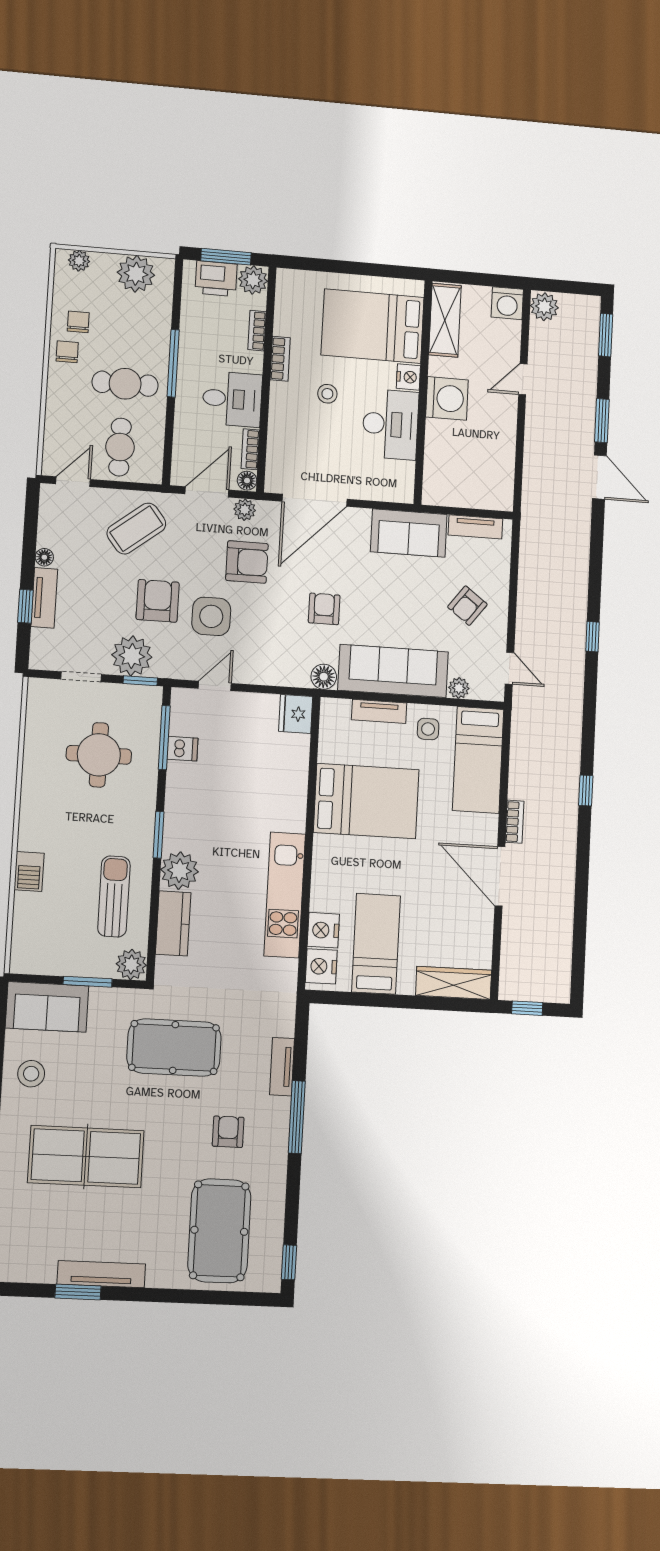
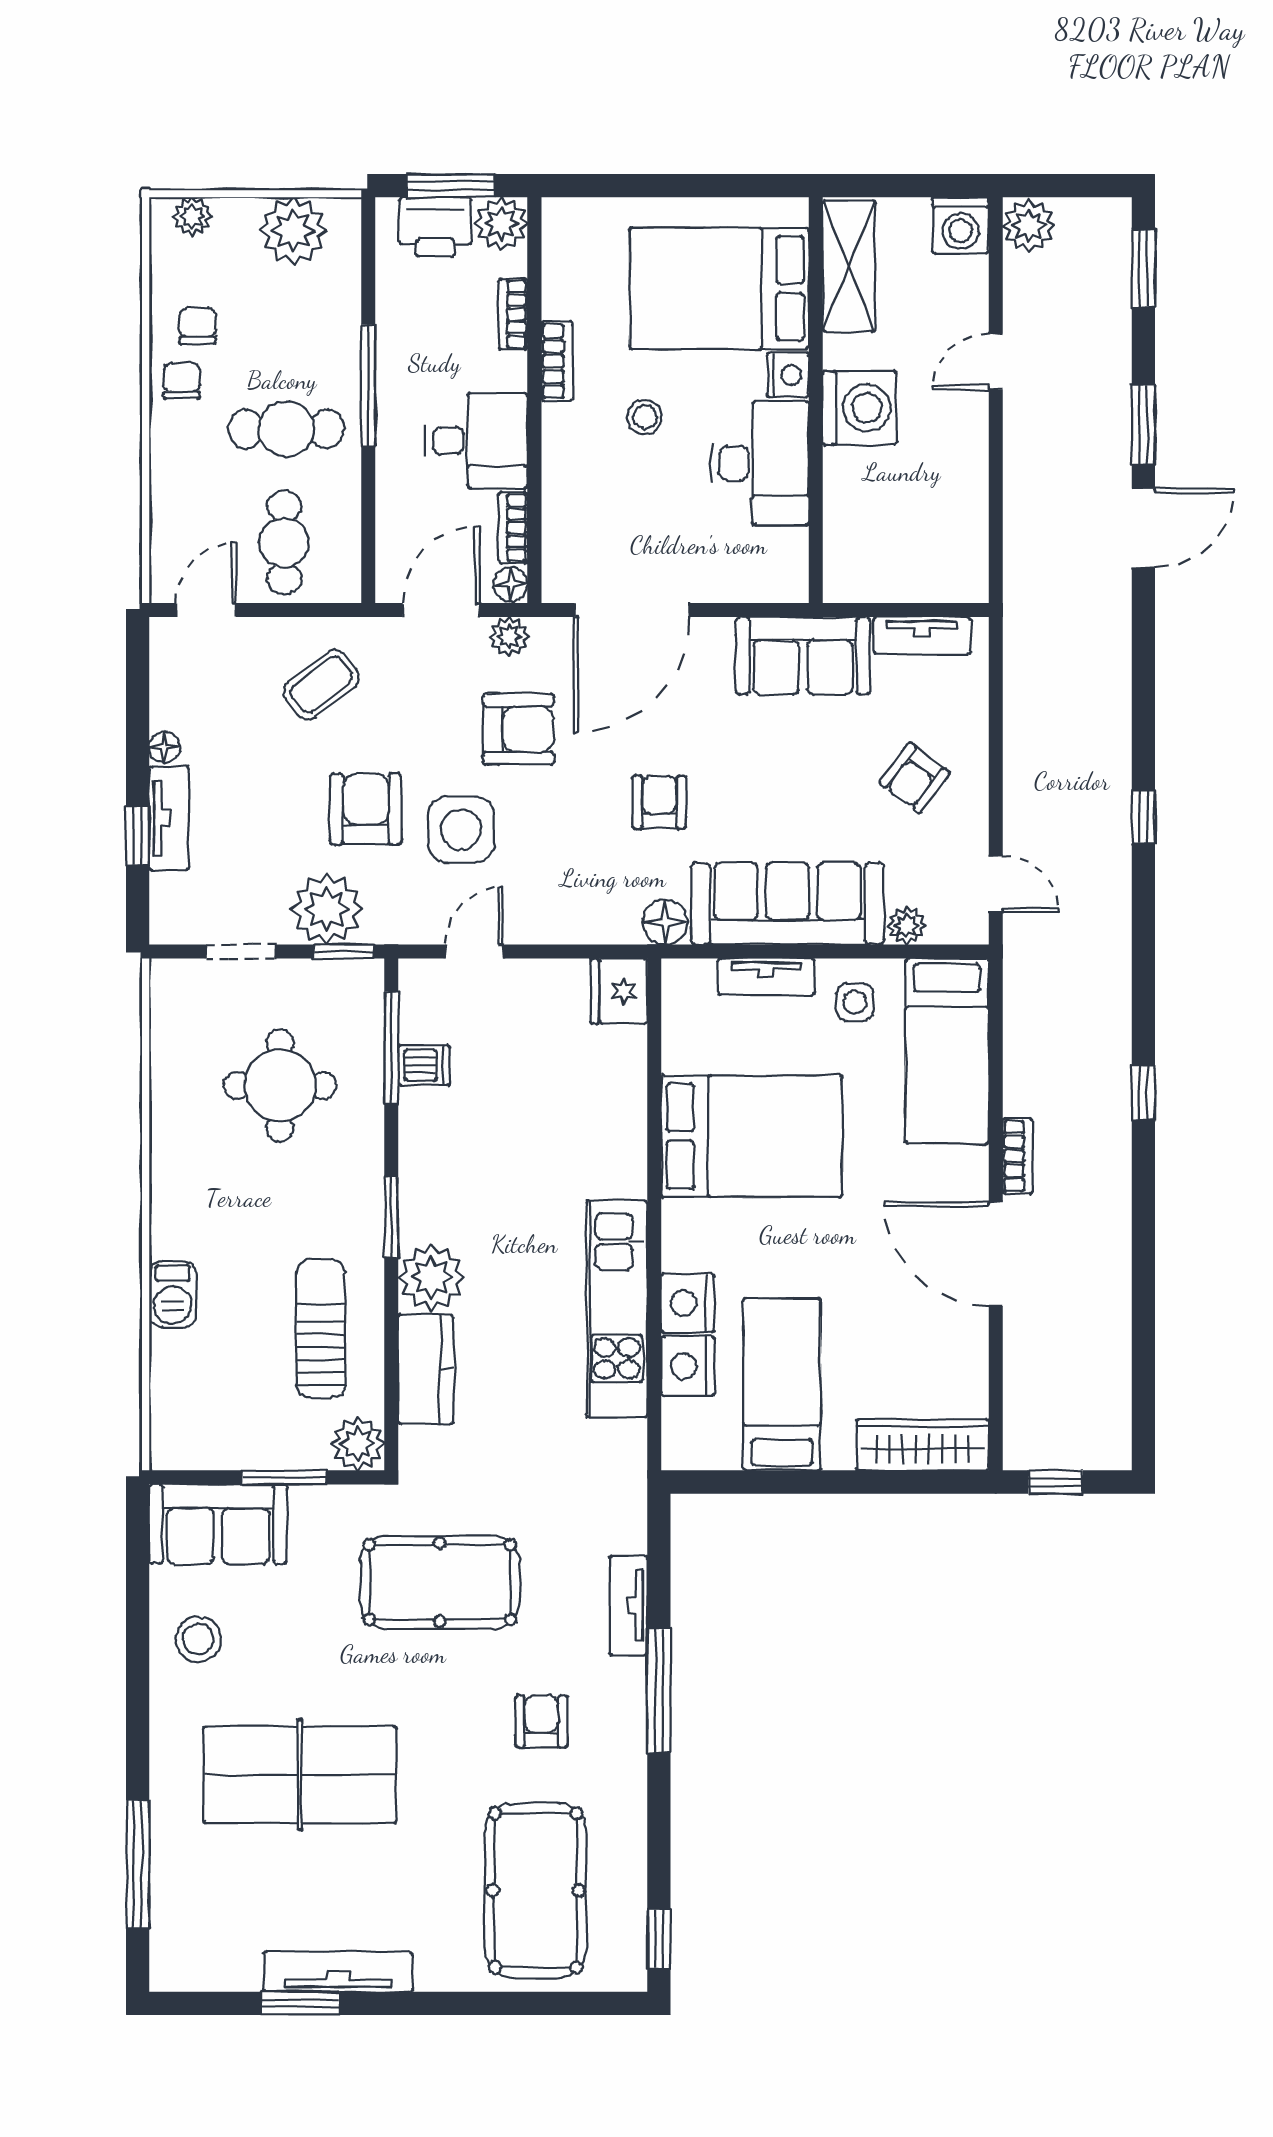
door: (599, 477) -> (1143, 528), hinge flipped
coffee table: (136, 529) -> (321, 684), width x0.73, depth x0.77
nightstand: (321, 966) -> (688, 1303), moved

